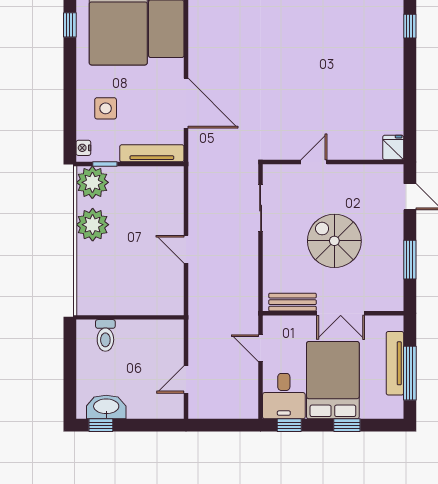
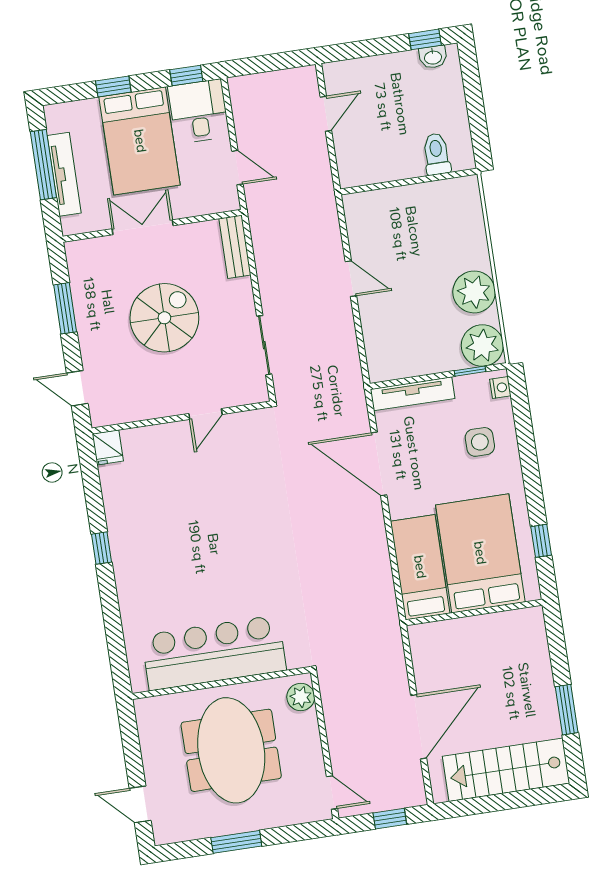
window: (410, 26) -> (101, 548), moved
spiral stairs: (334, 241) -> (164, 318), turned -90
bench: (293, 302) -> (235, 247), moved, turned 90
washbasin: (106, 407) -> (433, 57), width x0.52, depth x0.69

